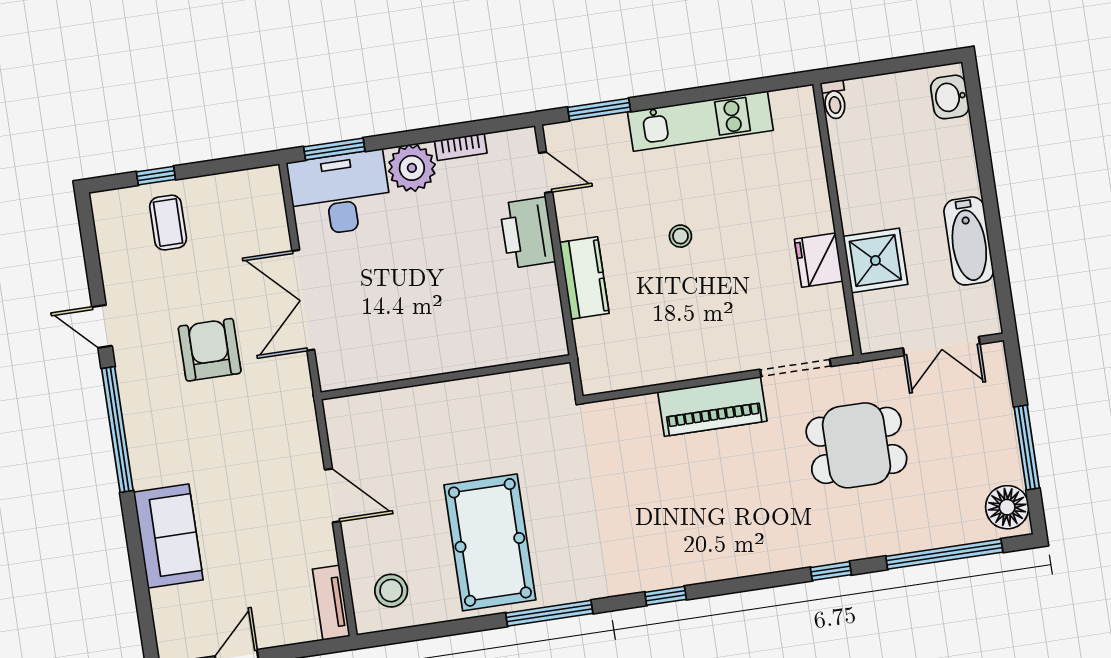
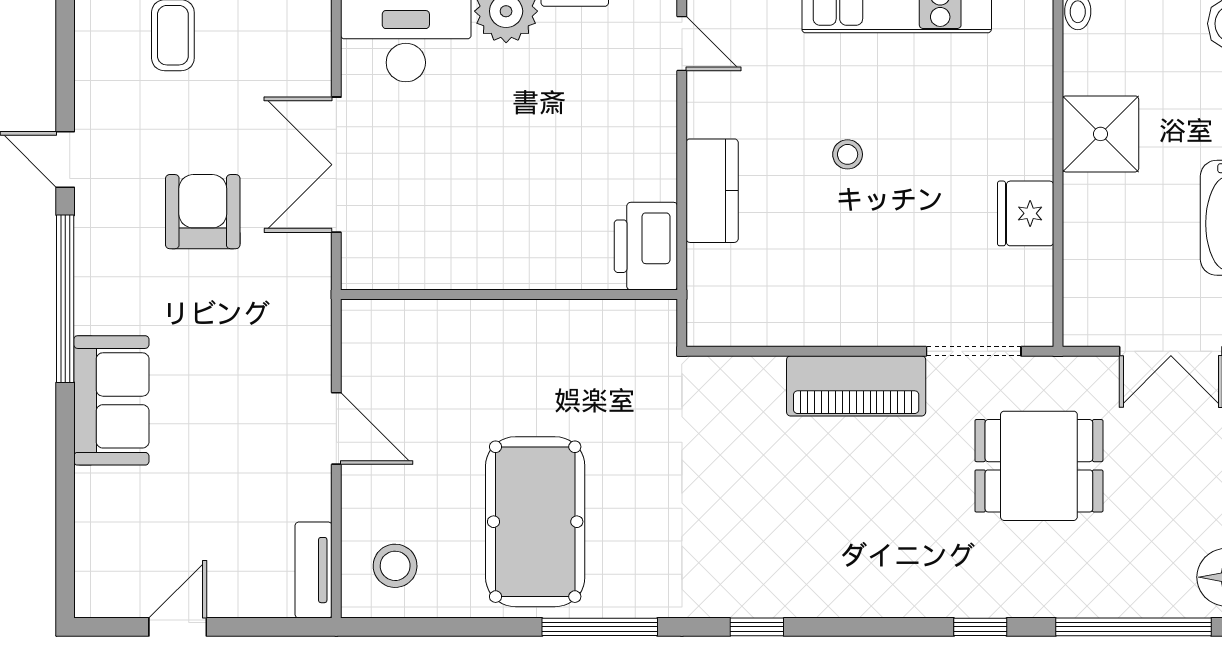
printer: (527, 233) -> (646, 246), moved
shower: (875, 260) -> (1101, 134), moved
sofa: (168, 536) -> (111, 400), moved

